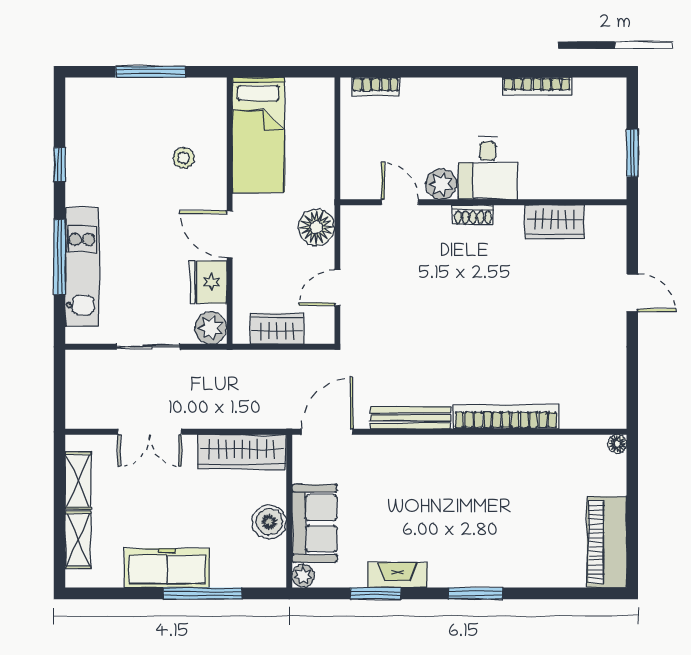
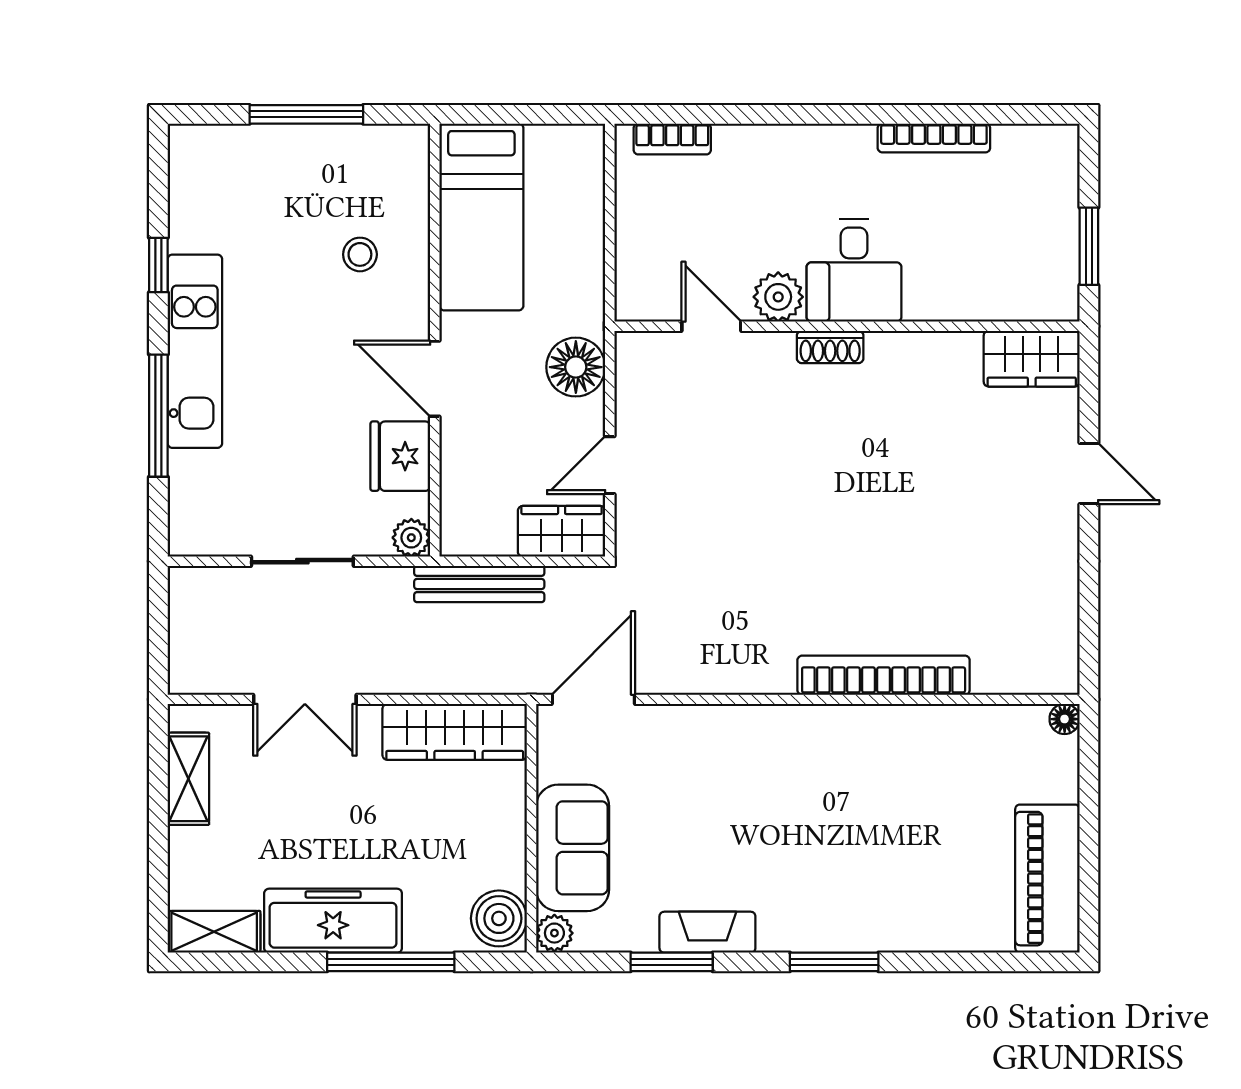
wardrobe: (555, 222) -> (1032, 359), moved
kitchen unit: (82, 267) -> (195, 351), moved
plant: (211, 328) -> (411, 538), width x0.73, depth x0.73
wardrobe: (277, 328) -> (562, 531), moved
bench: (411, 418) -> (479, 584), moved
boiler: (269, 522) -> (499, 918), moved
shelving: (78, 540) -> (214, 932), moved, turned 90

